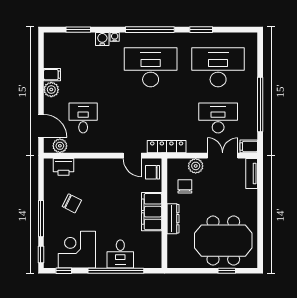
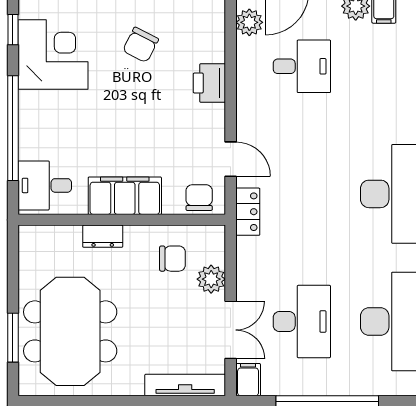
locker: (167, 147) -> (248, 212), width x0.66
door: (132, 156) -> (231, 159), swing flipped
printer: (64, 167) -> (209, 83), moved
tv unit: (252, 174) -> (185, 385), width x1.41
dresser: (173, 219) -> (103, 236), width x0.70
desk: (120, 254) -> (45, 185), moved
window: (227, 271) -> (13, 338), width x1.50

